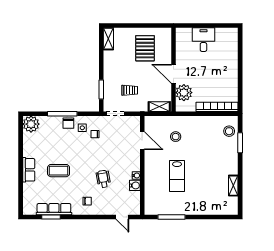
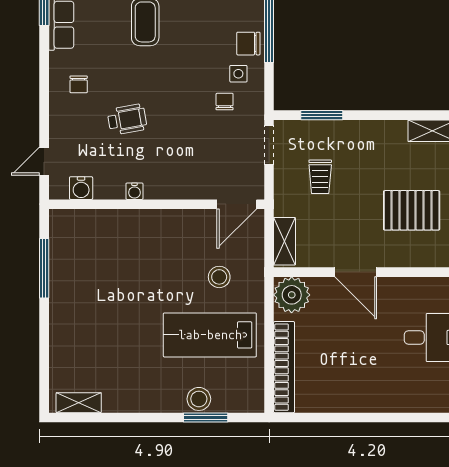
door: (173, 74) -> (356, 272), swing flipped
plant: (184, 93) -> (292, 295), moved
stool: (229, 131) -> (199, 399), moved
door: (142, 141) -> (237, 204), moved
lab bench: (177, 176) -> (210, 335), moved, width x1.36, depth x1.39
water cooler: (135, 185) -> (81, 188), moved
shelving: (233, 186) -> (79, 403), moved

